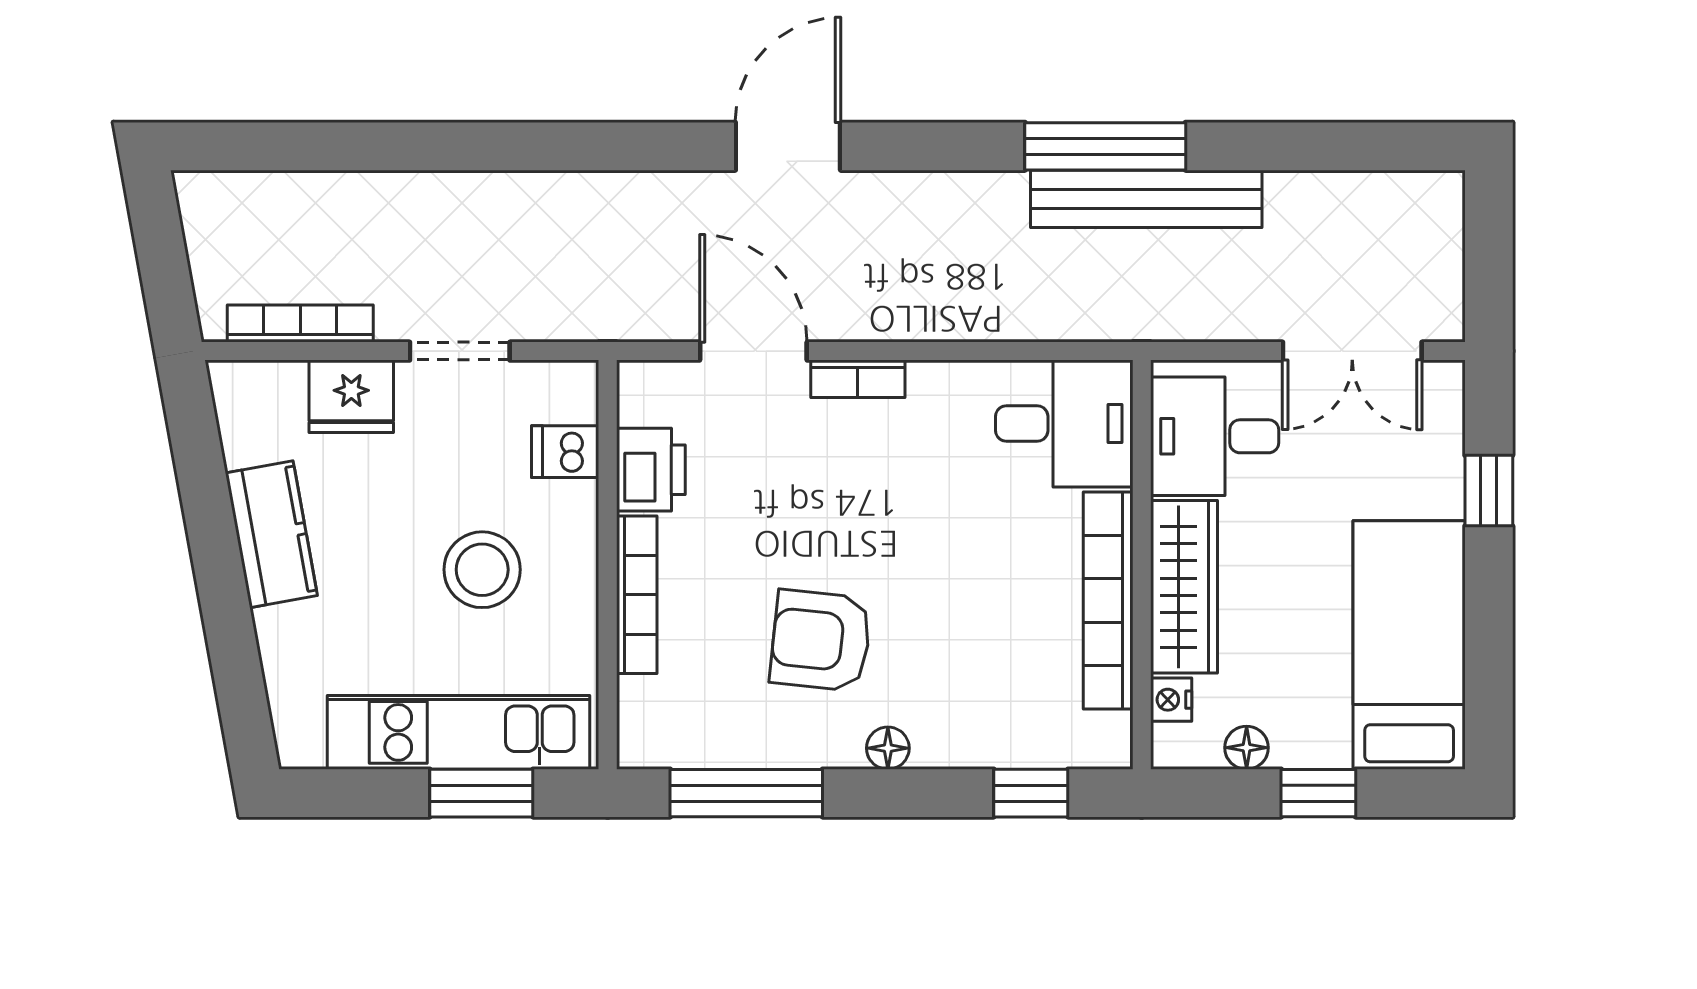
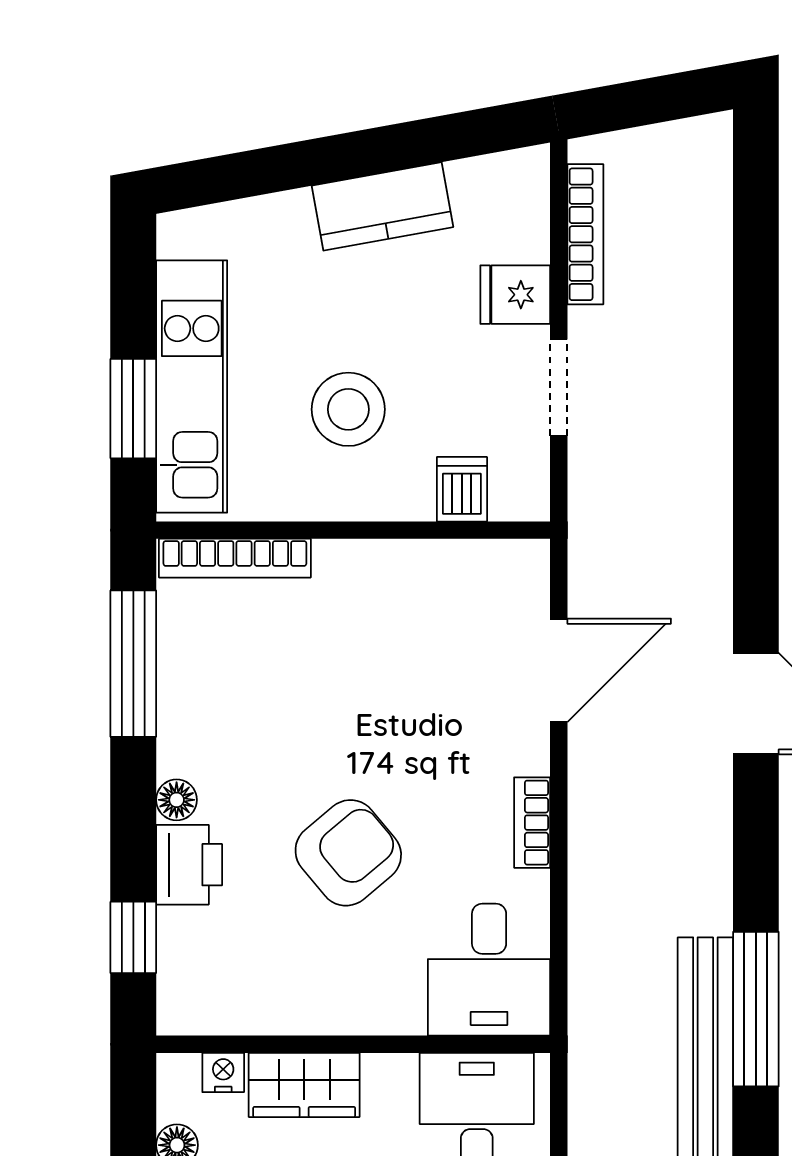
bookcase: (858, 379) -> (532, 823), moved
fridge: (351, 396) -> (515, 295), width x0.72
printer: (651, 470) -> (189, 865), moved, turned -90
wardrobe: (1184, 587) -> (304, 1085), width x0.67
bookcase: (637, 595) -> (235, 558), moved
bookcase: (1108, 601) -> (319, 1012), removed
armchair: (821, 640) -> (348, 853), moved, turned 44

